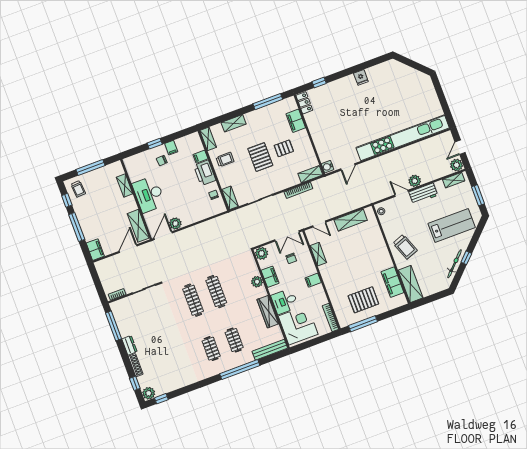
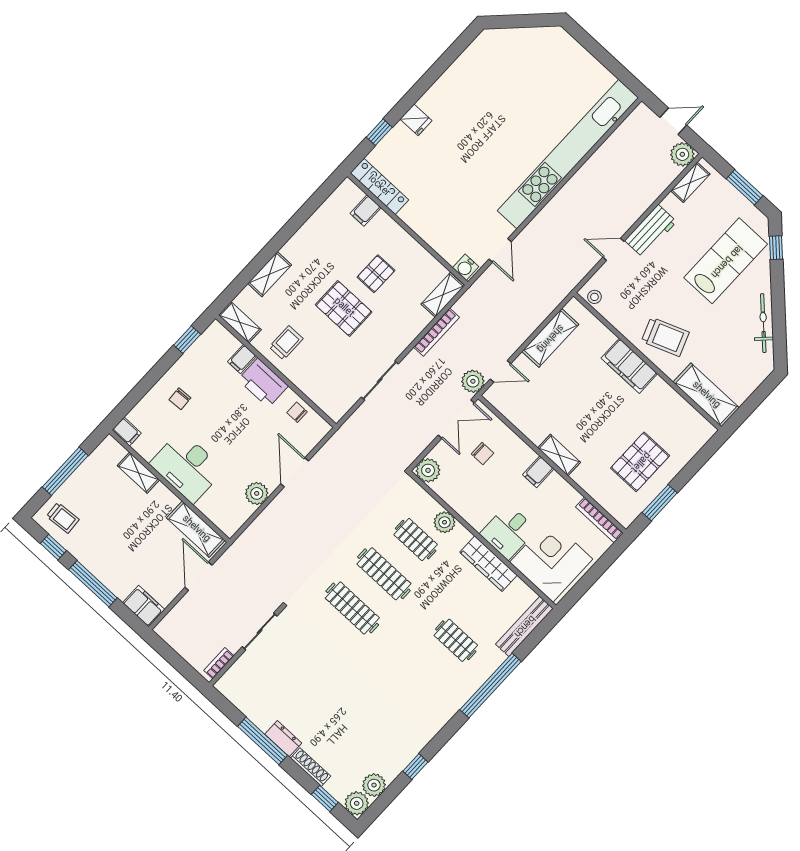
fridge: (361, 77) -> (416, 120), moved
window: (268, 102) -> (309, 208), removed
locker: (304, 103) -> (379, 186), width x1.53
filing cabinet: (296, 121) -> (366, 210), width x0.50
window: (155, 144) -> (187, 340), moved
door: (460, 147) -> (673, 121), swing flipped
filing cabinet: (171, 148) -> (127, 432), moved
plant: (415, 181) -> (473, 381), moved
shelving: (230, 198) -> (327, 403), removed
door: (163, 236) -> (295, 472), moved
shelving: (318, 254) -> (559, 455), moved
window: (466, 258) -> (776, 248), moved
filing cabinet: (270, 277) -> (462, 503), removed
filing cabinet: (392, 282) -> (629, 366), moved
window: (363, 324) -> (660, 503), width x0.69
window: (113, 326) -> (263, 741), moved
clothes rail: (211, 349) -> (416, 540), moved
plant: (161, 389) -> (374, 785), added
window: (161, 399) -> (415, 767), moved

